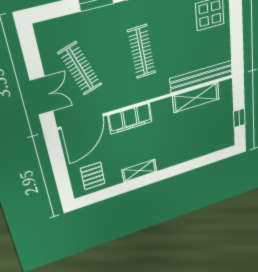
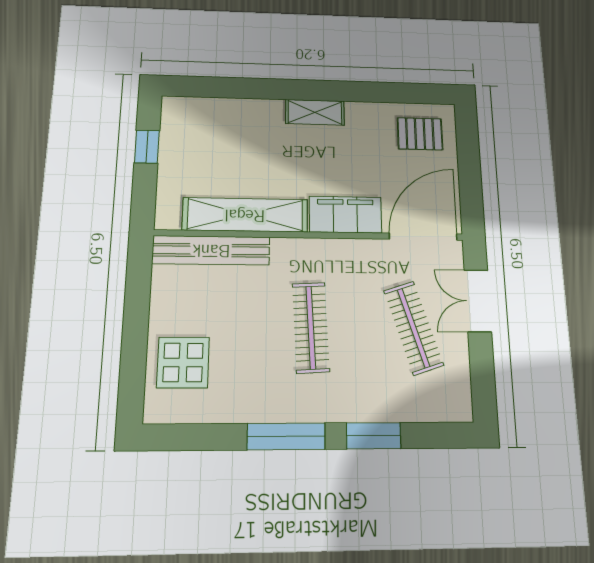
shelving: (196, 97) -> (245, 215), width x1.47
shelving: (139, 171) -> (315, 112), moved
pallet: (93, 176) -> (420, 134), turned 90

